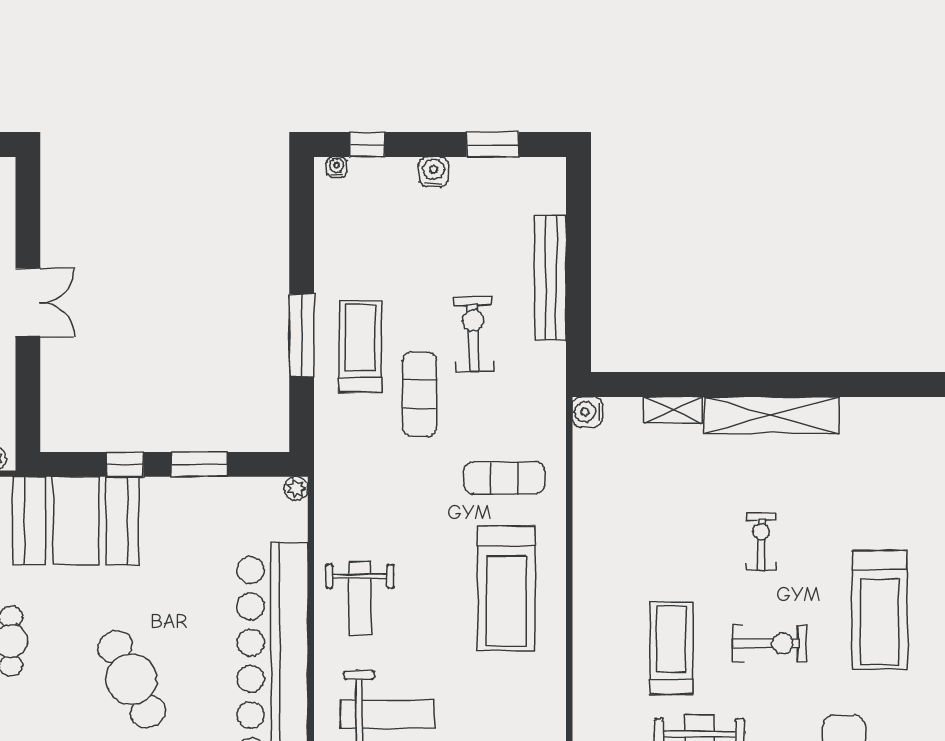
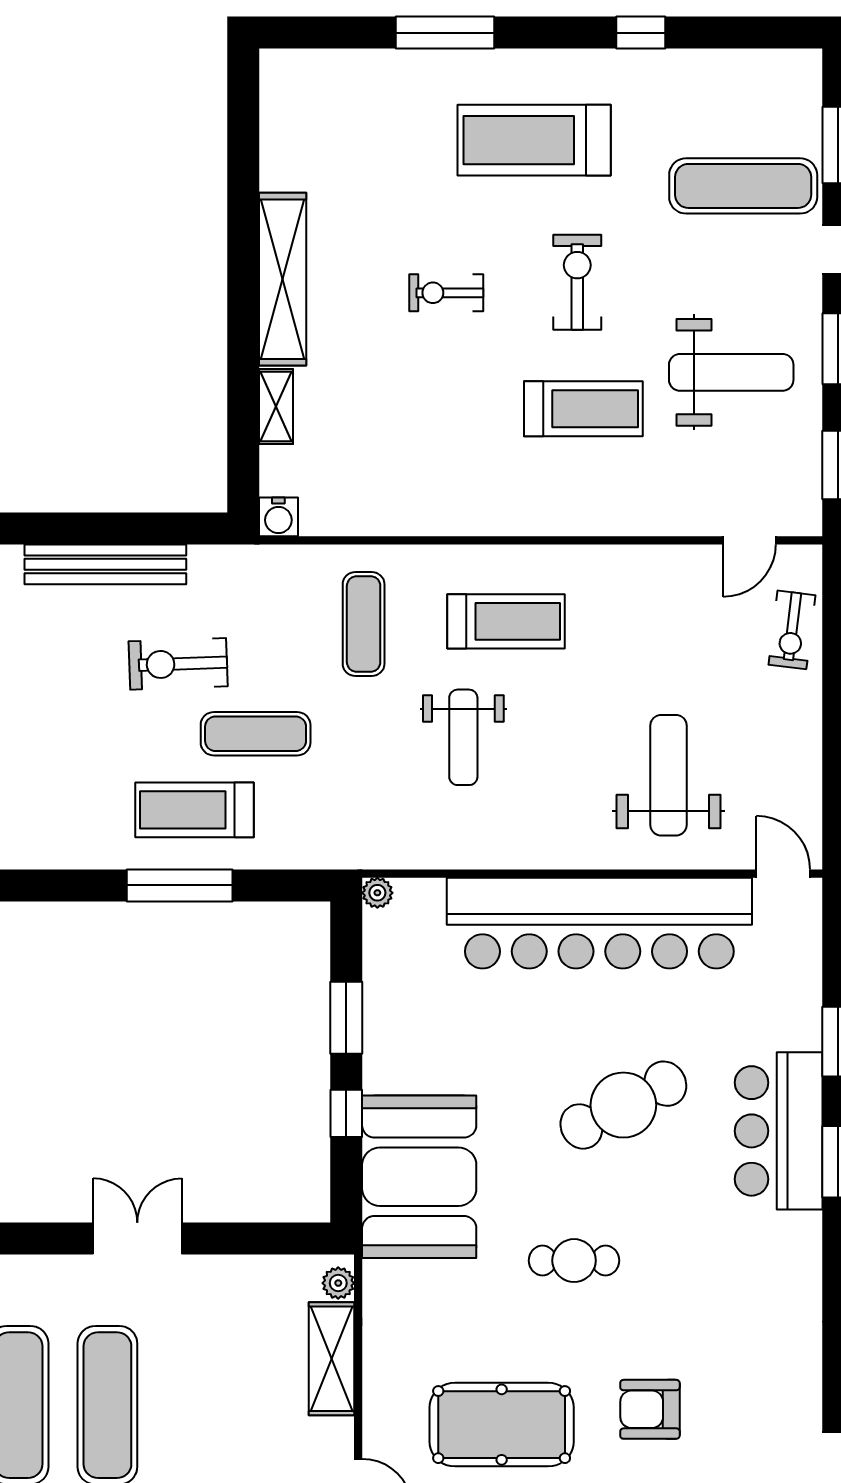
treadmill: (506, 588) -> (506, 621), width x0.73, depth x0.73
weight bench: (360, 598) -> (463, 737), moved, turned 90
treadmill: (880, 610) -> (534, 140), turned 180
treadmill: (671, 648) -> (583, 409), turned 180

